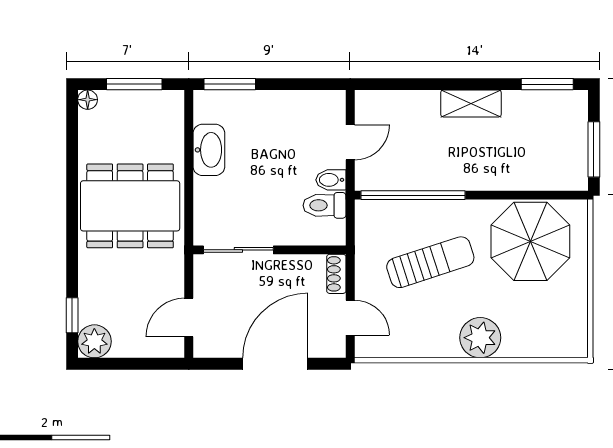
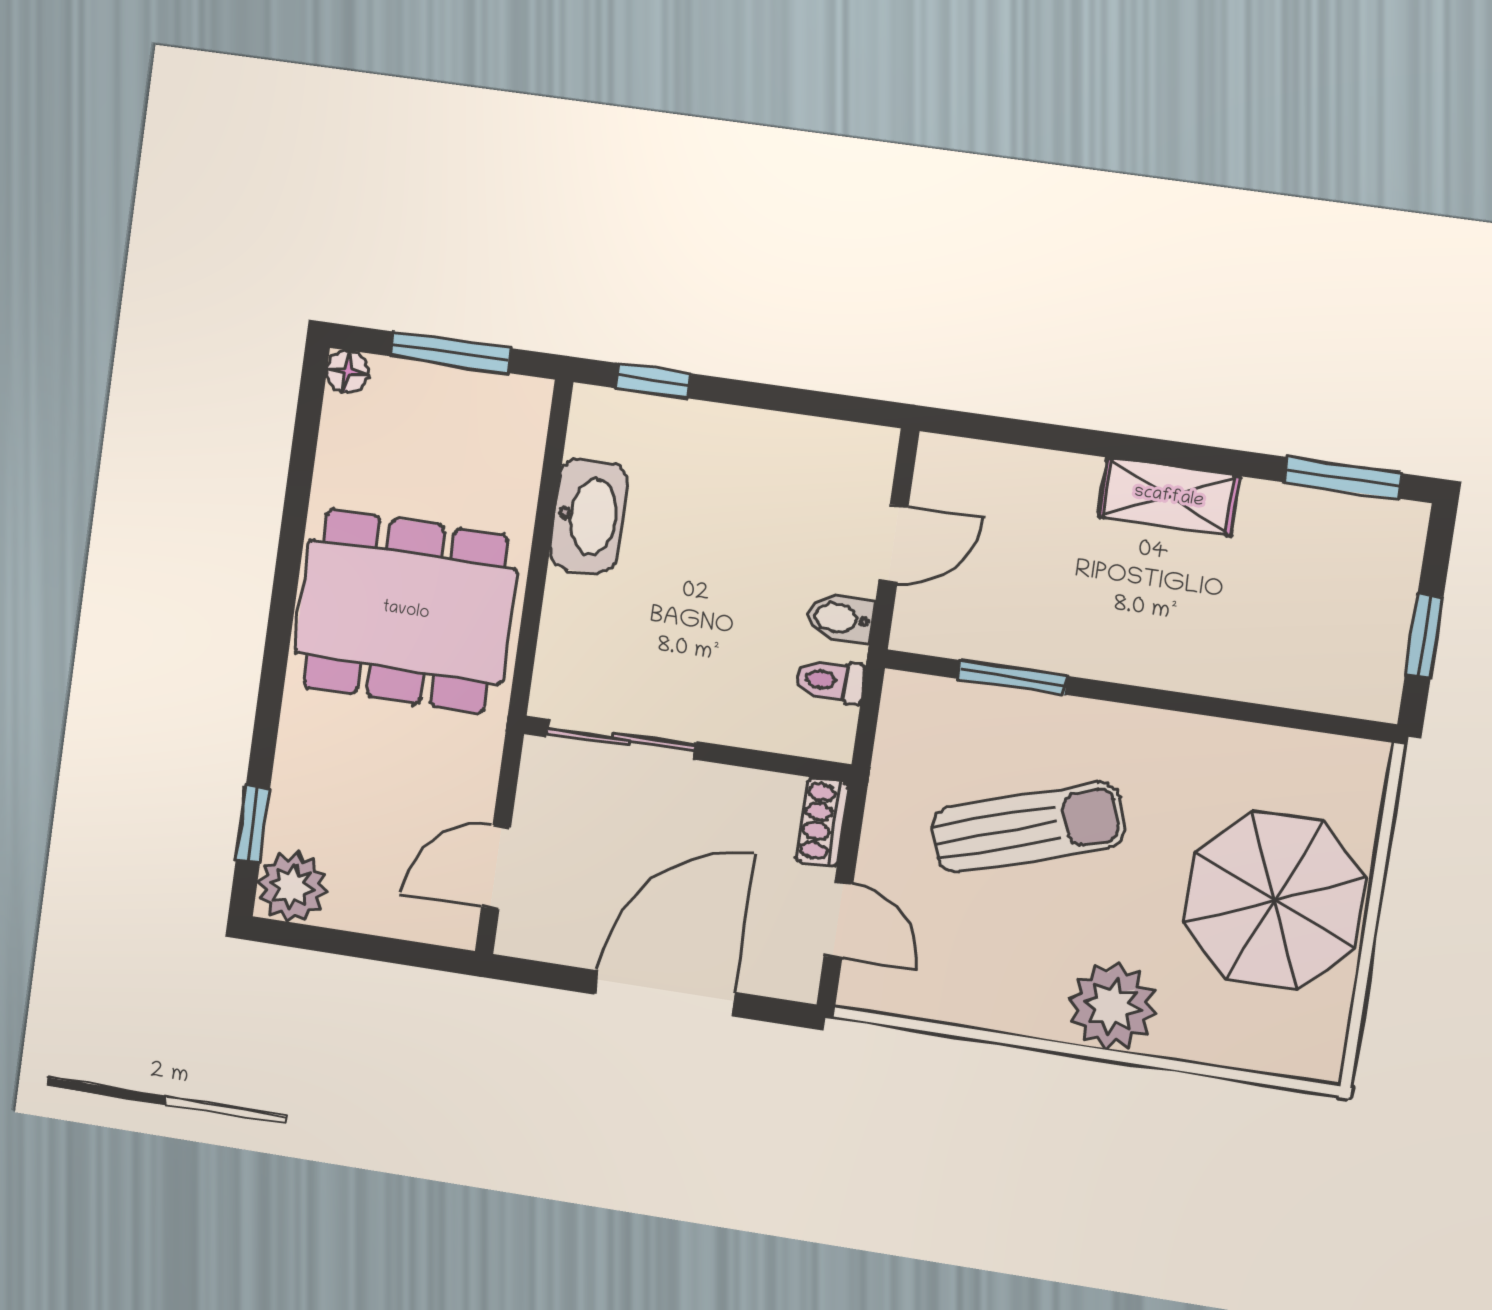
window: (230, 84) -> (653, 381), width x0.67
window: (594, 149) -> (1424, 636), width x0.67
window: (413, 195) -> (1012, 677), width x0.47
toilet: (324, 205) -> (830, 681), width x0.73, depth x0.72
parasol: (530, 241) -> (1275, 900), moved

